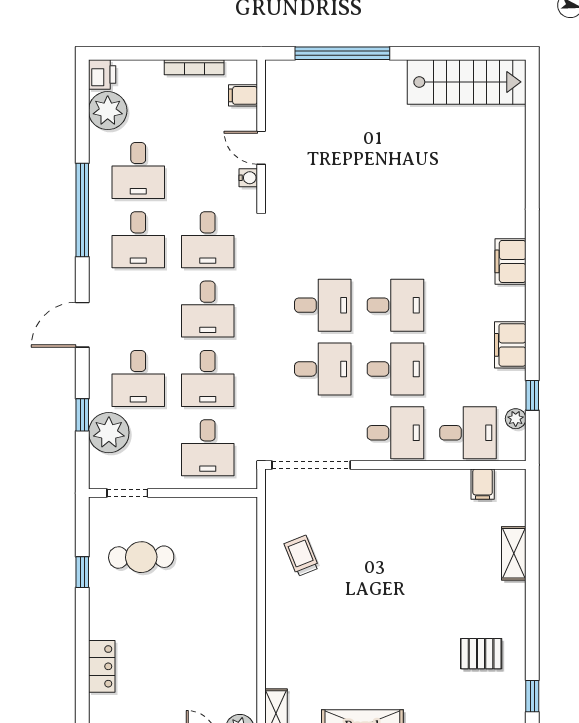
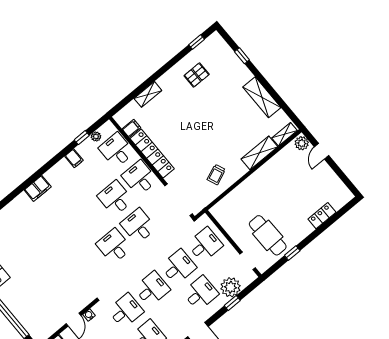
desk: (395, 305) -> (91, 218), removed
filing cabinet: (510, 345) -> (74, 158), width x0.50
locker: (417, 484) -> (152, 154), added
cafe table: (141, 557) -> (268, 235), width x1.37, depth x1.35
shelving: (279, 650) -> (259, 153), added
pallet: (481, 654) -> (197, 75), turned 90

